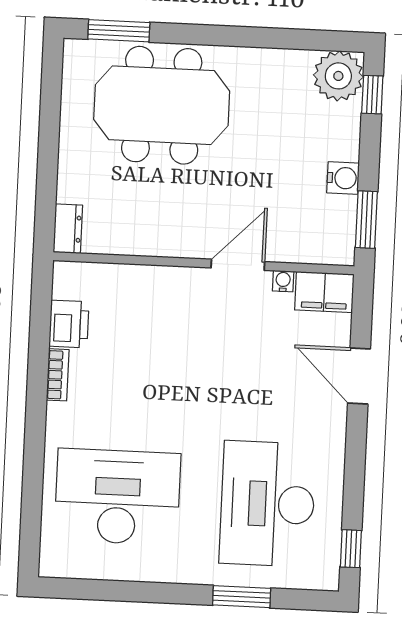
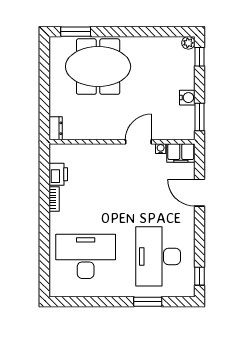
plant: (338, 76) -> (188, 43), width x0.53, depth x0.53

